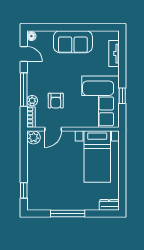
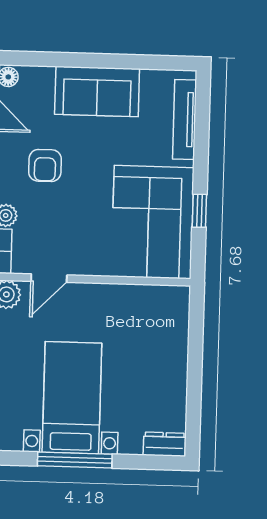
tv unit: (114, 54) -> (185, 119), width x1.41
armchair: (56, 101) -> (45, 165), moved
bed with nightstands: (97, 157) -> (72, 398), moved, turned 180

